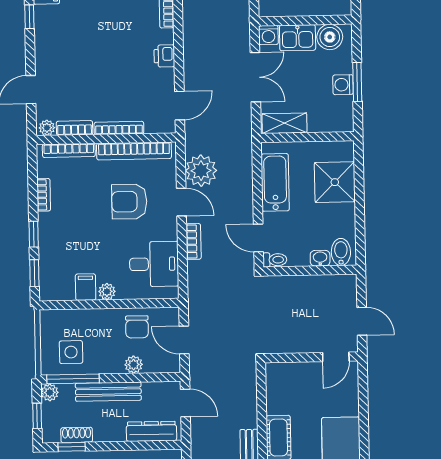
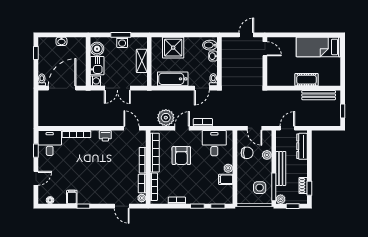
double door: (255, 77) -> (117, 88), swing flipped
shelving: (285, 123) -> (142, 61), moved
door: (184, 340) -> (254, 128), hinge flipped

